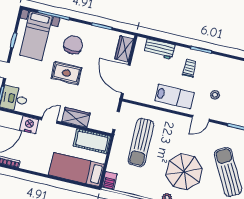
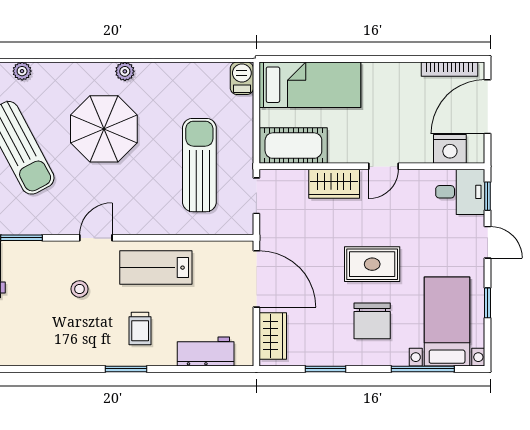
nightstand: (29, 125) -> (450, 149), moved

